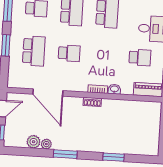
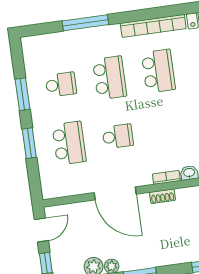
door: (48, 92) -> (115, 193), moved

